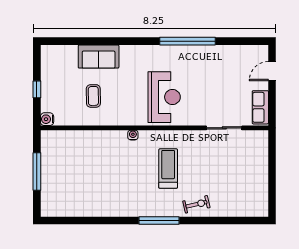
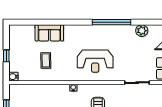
plant: (231, 53) -> (142, 31), added
reception desk: (164, 97) -> (95, 61), turned 90

